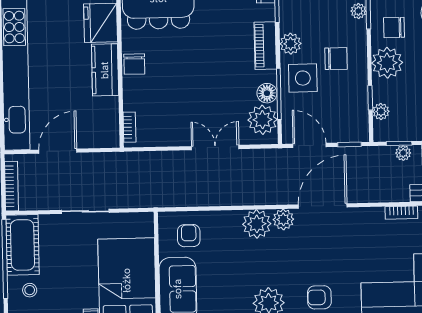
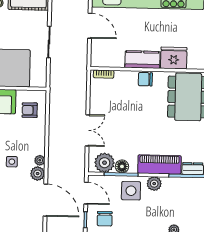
piano: (265, 46) -> (159, 164), width x1.37, depth x1.33
chair: (336, 59) -> (105, 219), moved
door: (310, 145) -> (86, 193), hinge flipped
plant: (257, 224) -> (40, 160), width x0.53, depth x0.53
armchair: (189, 236) -> (30, 110), turned 180
side table: (267, 259) -> (12, 162), added

